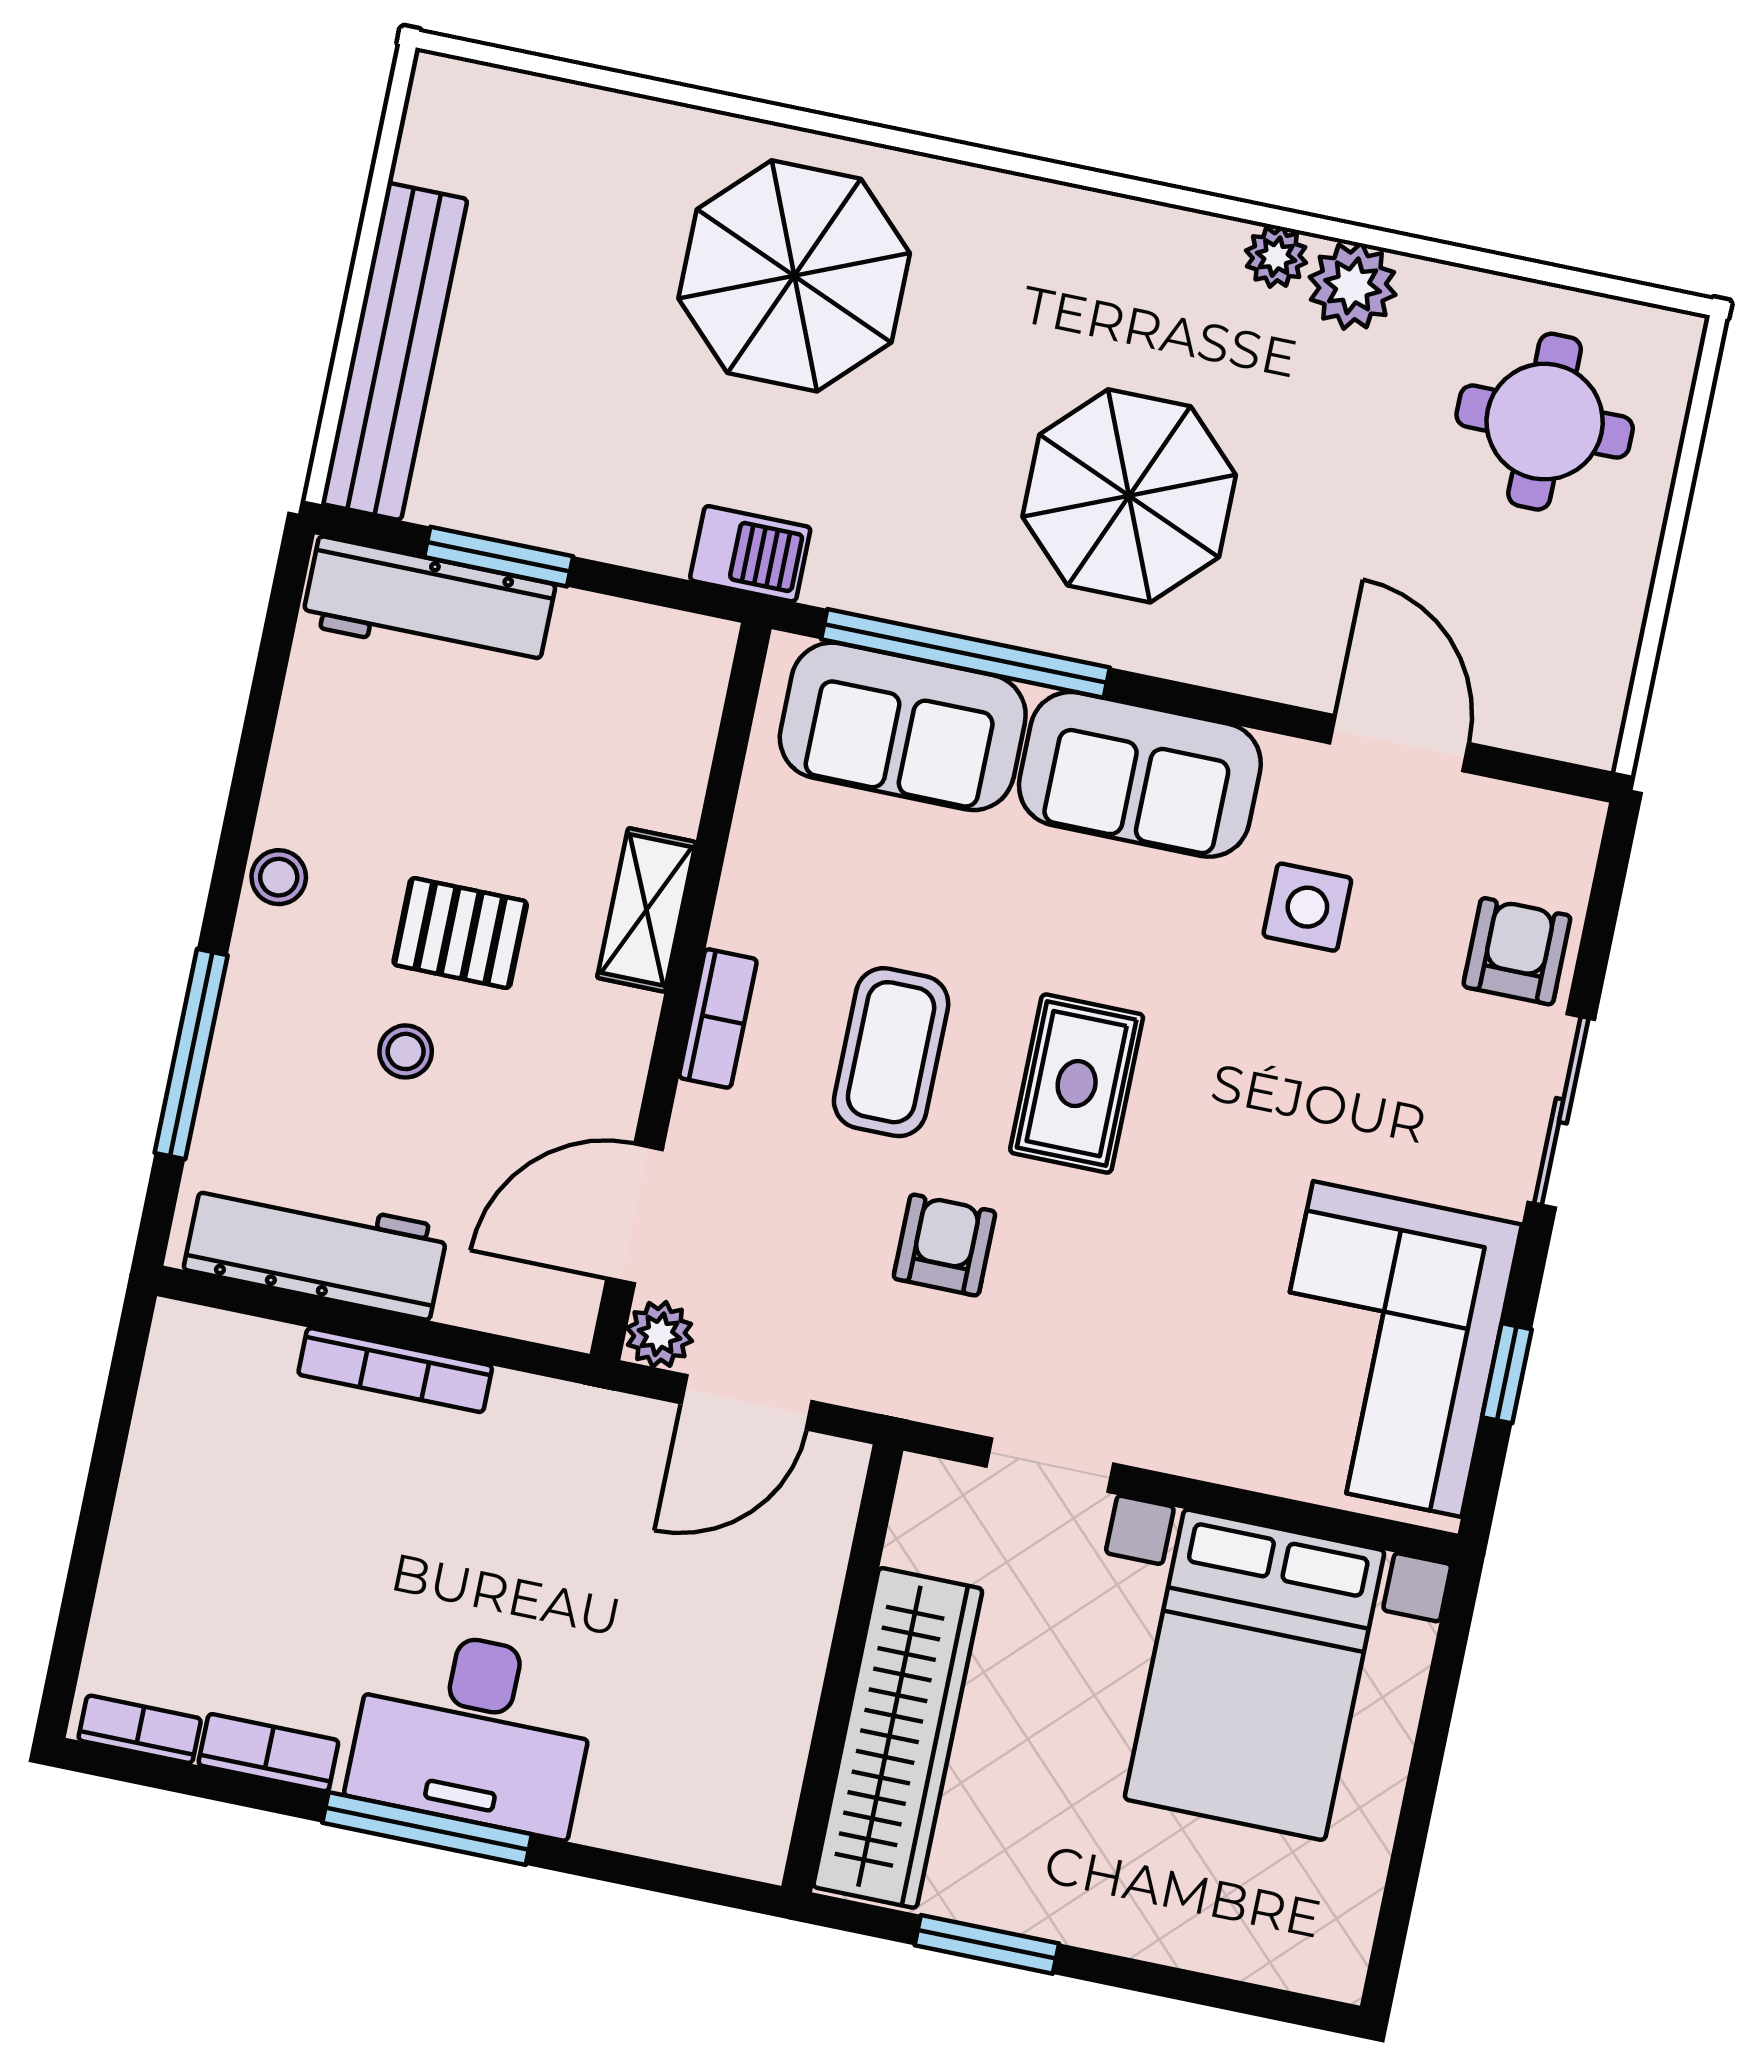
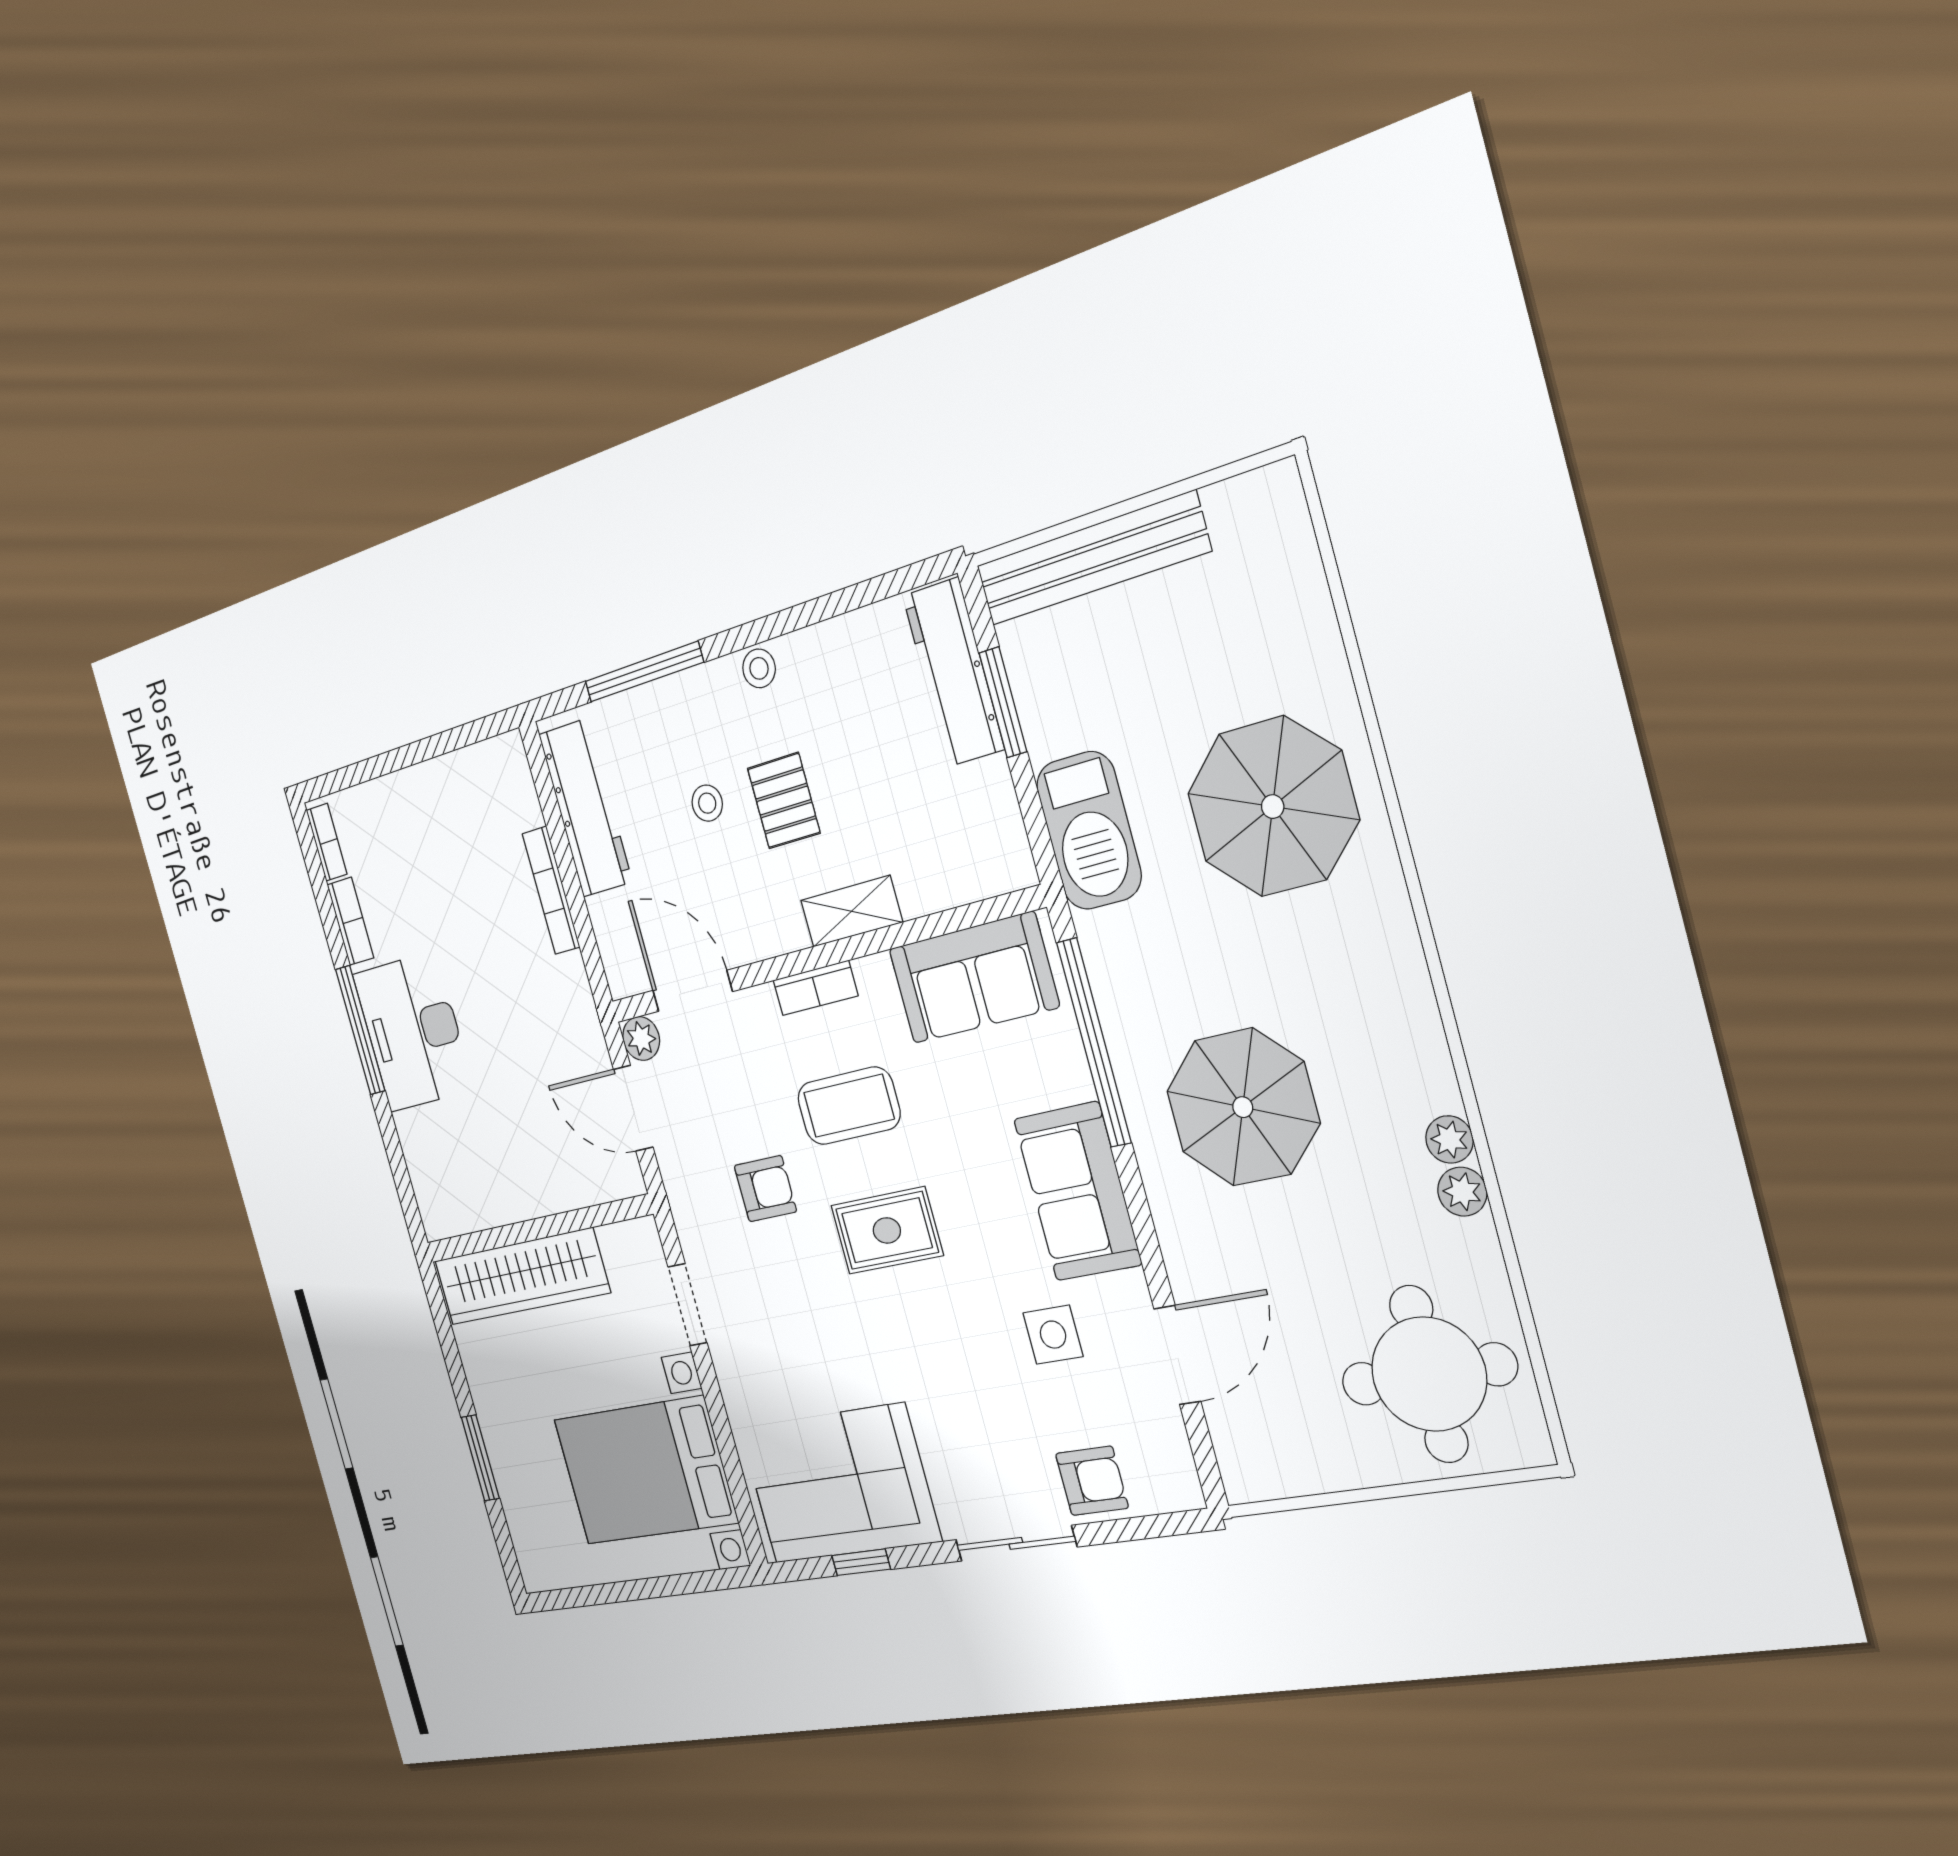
plant: (1353, 286) -> (1462, 1192), width x0.73, depth x0.73
round table: (1545, 422) -> (1429, 1374), width x1.36, depth x1.36
barbecue: (750, 554) -> (1089, 831), width x1.88, depth x1.53
sofa: (903, 726) -> (973, 978), moved, turned -90
window: (987, 1944) -> (480, 1458), moved

